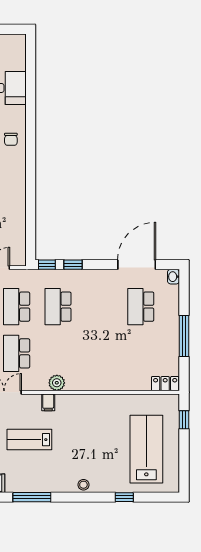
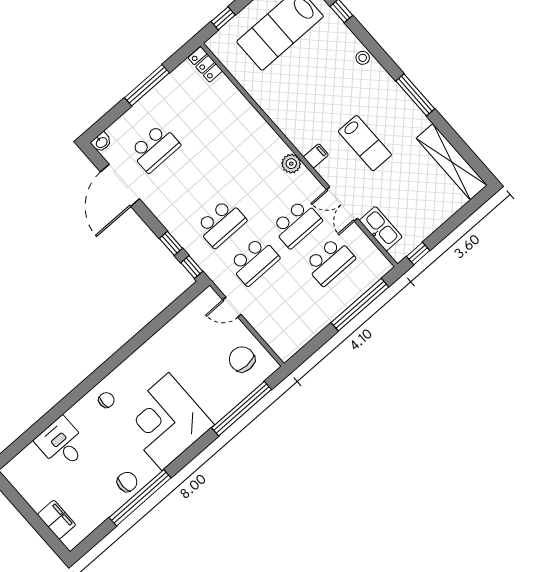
door: (137, 265) -> (120, 185), hinge flipped

